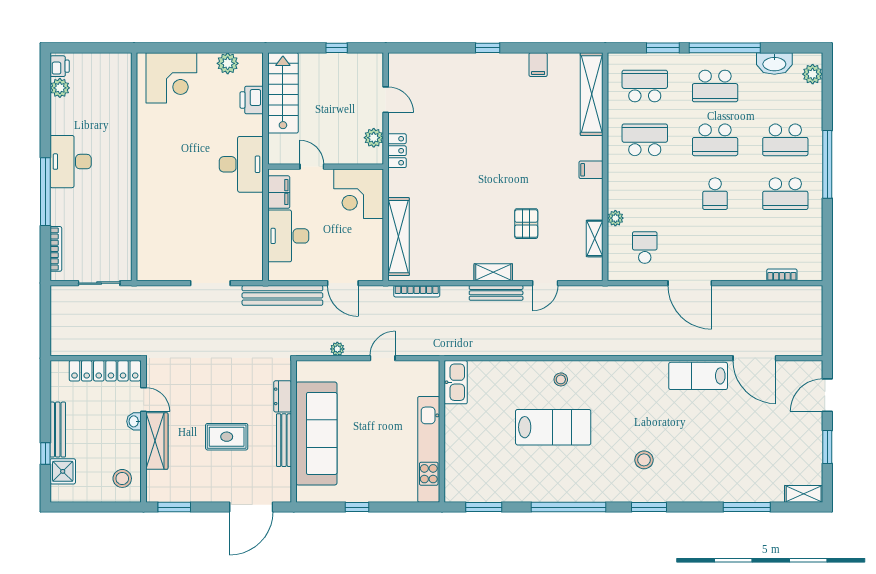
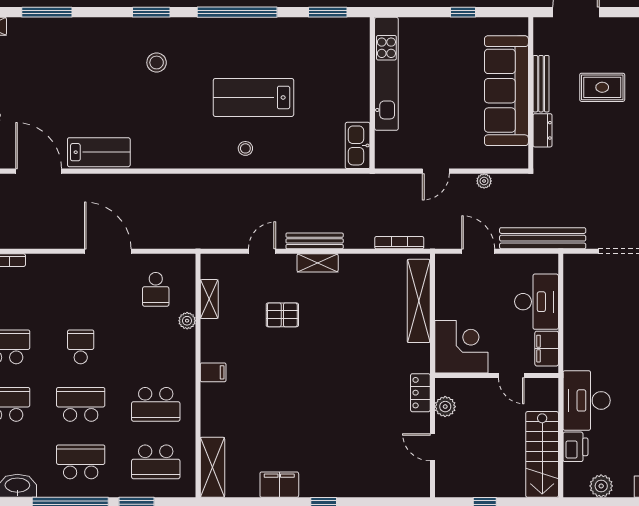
filing cabinet: (538, 65) -> (279, 485), width x2.00
shelving: (592, 94) -> (212, 467), width x0.68
desk: (241, 164) -> (587, 400), moved
pallet: (526, 224) -> (282, 315), turned 90

